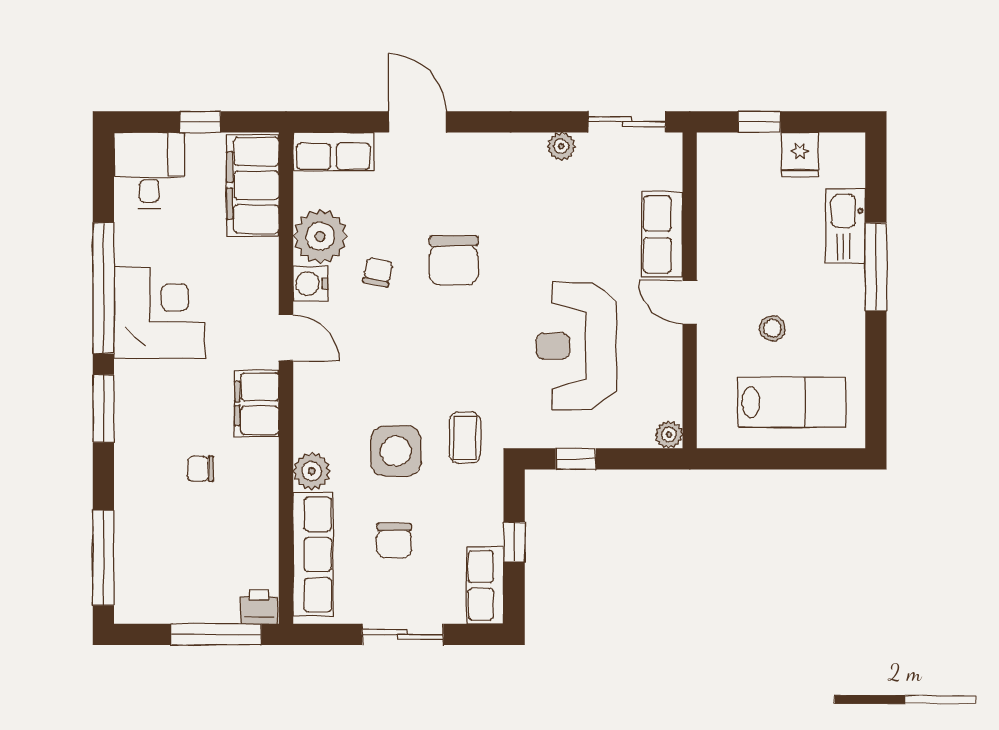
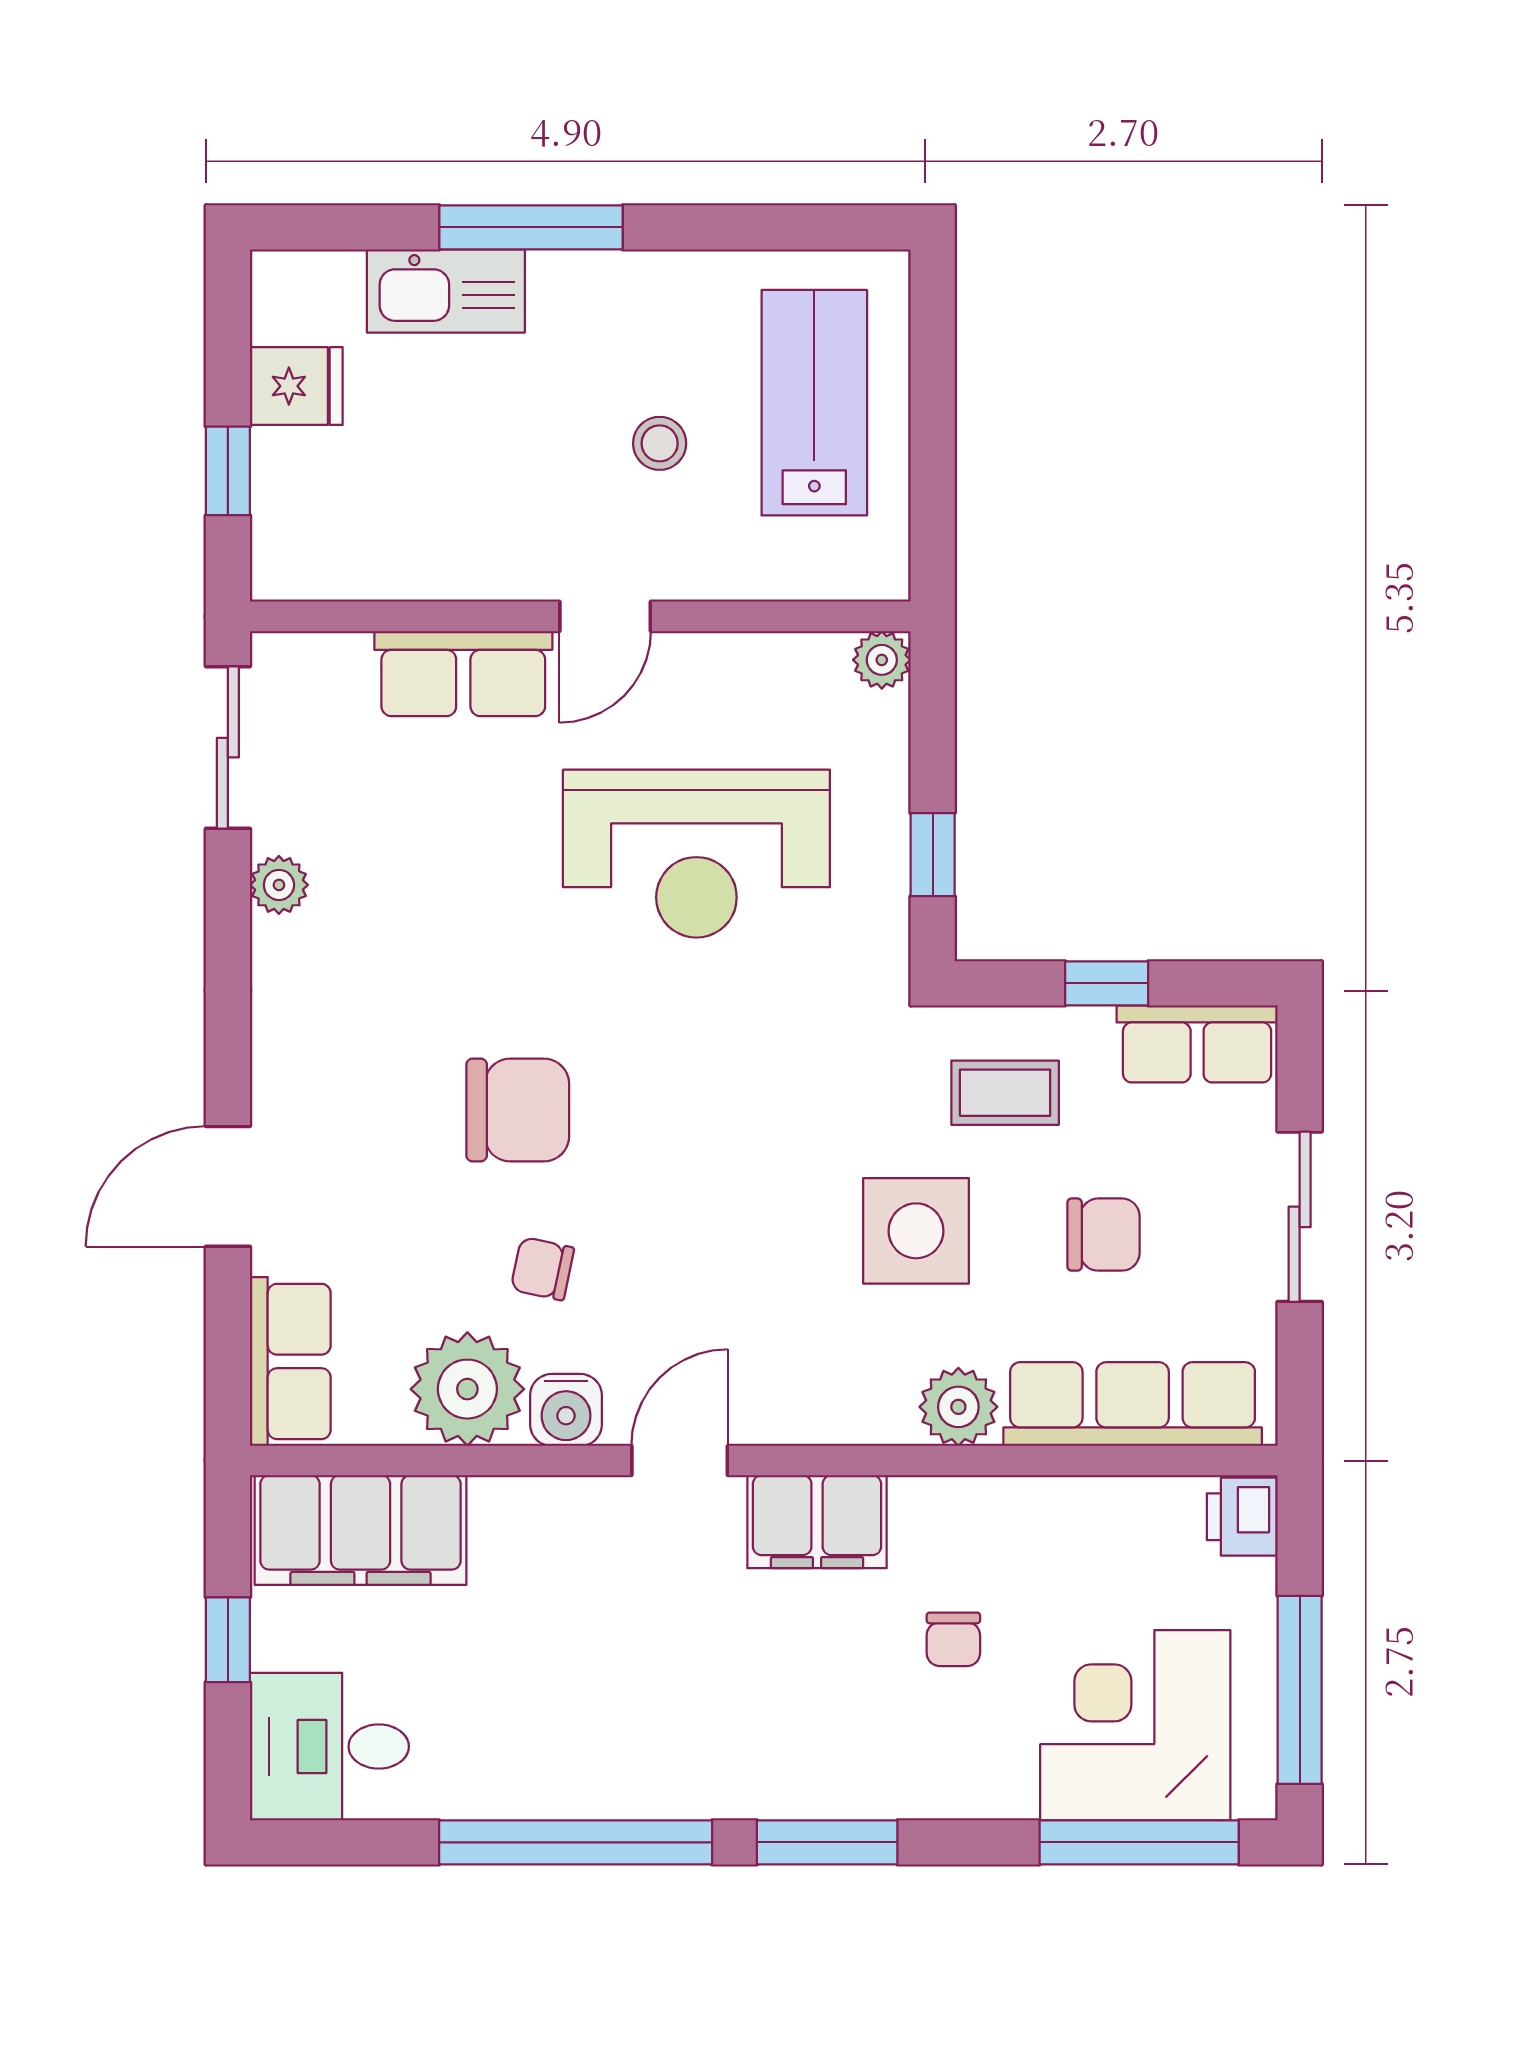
corner desk: (159, 313) -> (1135, 1725), moved
coffee table: (465, 438) -> (1005, 1093), moved
window: (216, 634) -> (1300, 1690), moved

